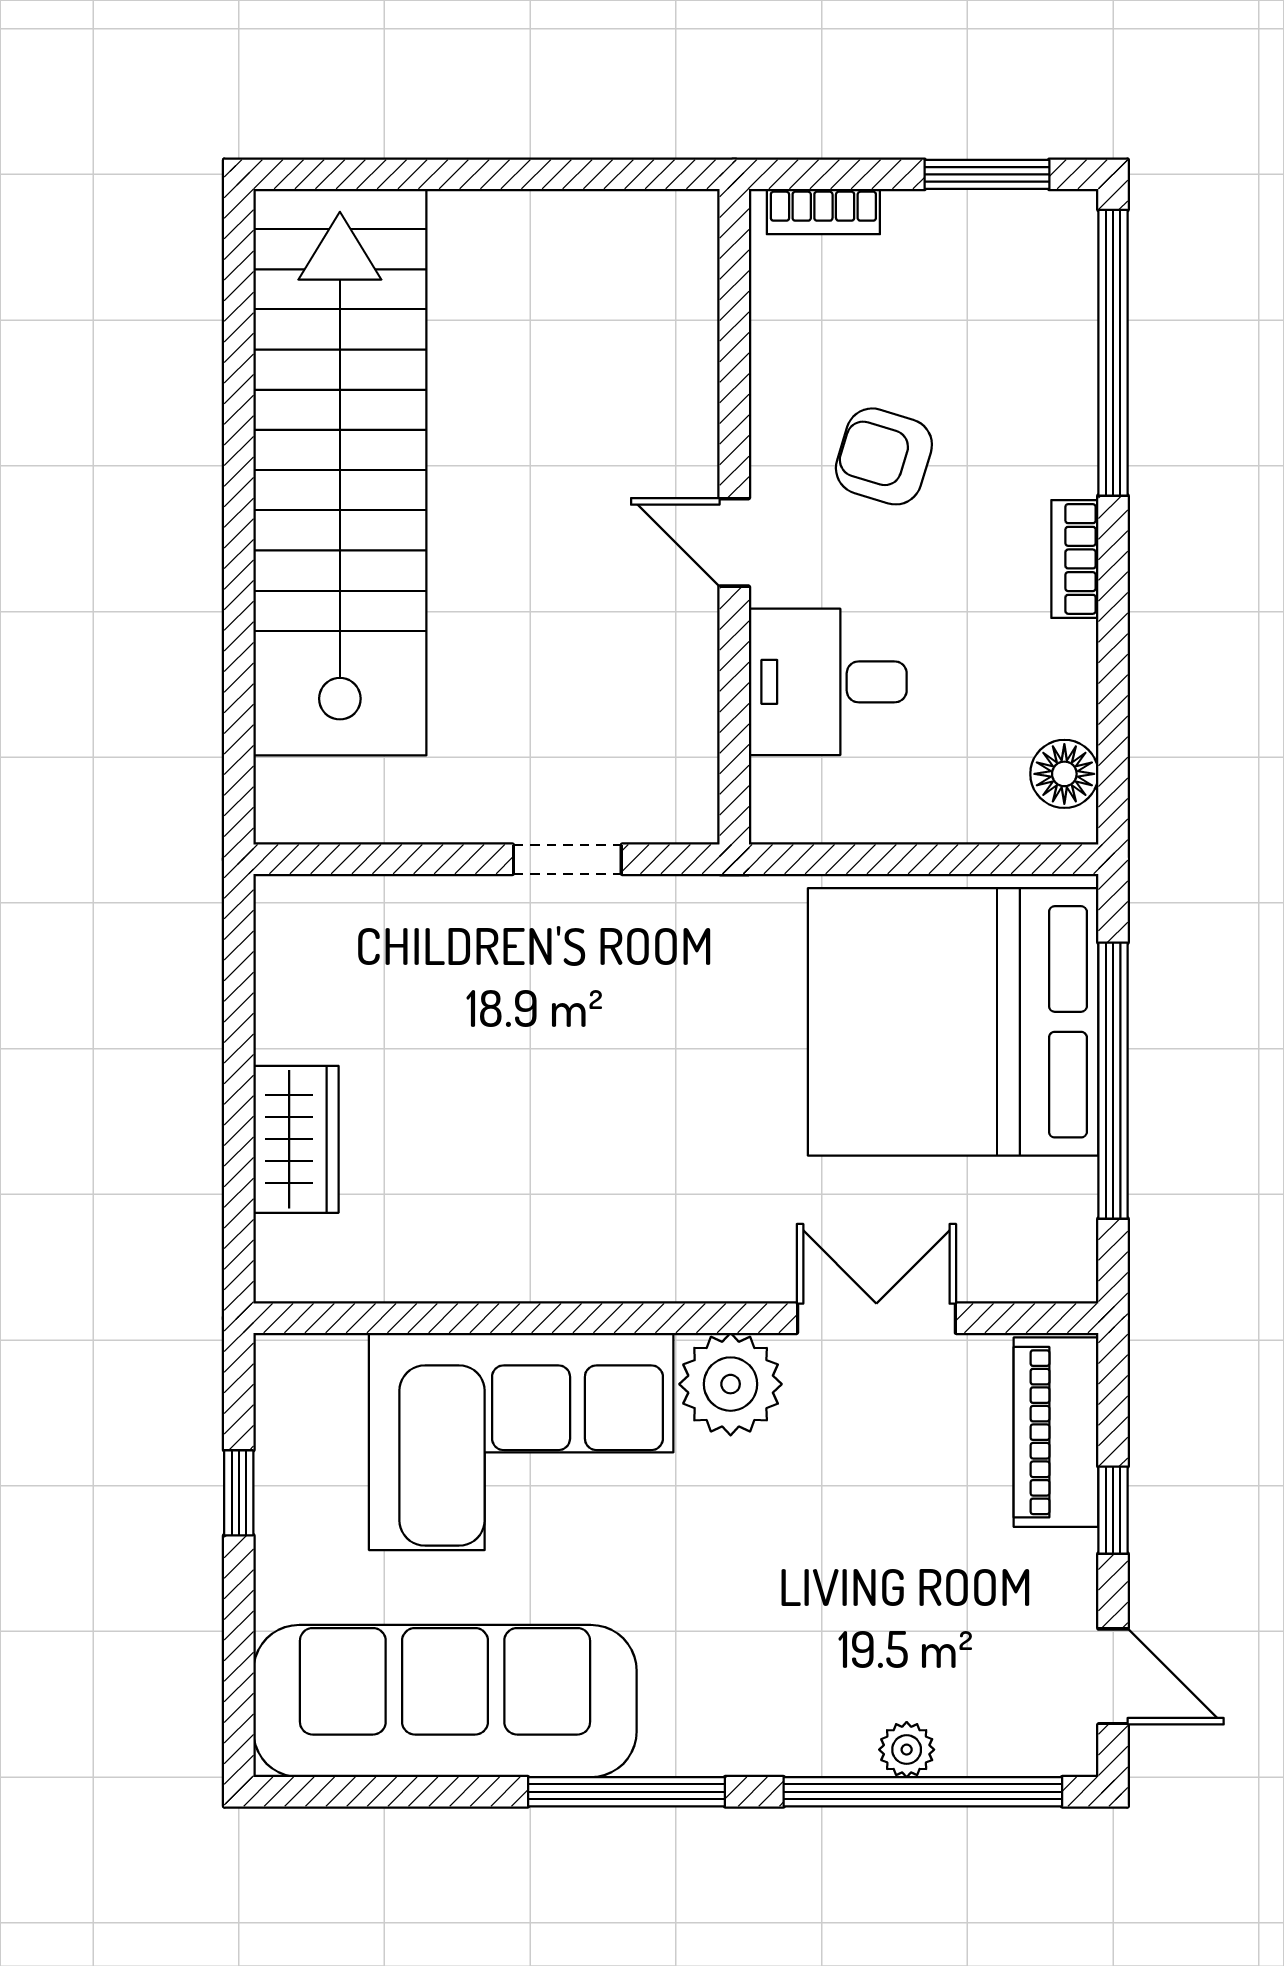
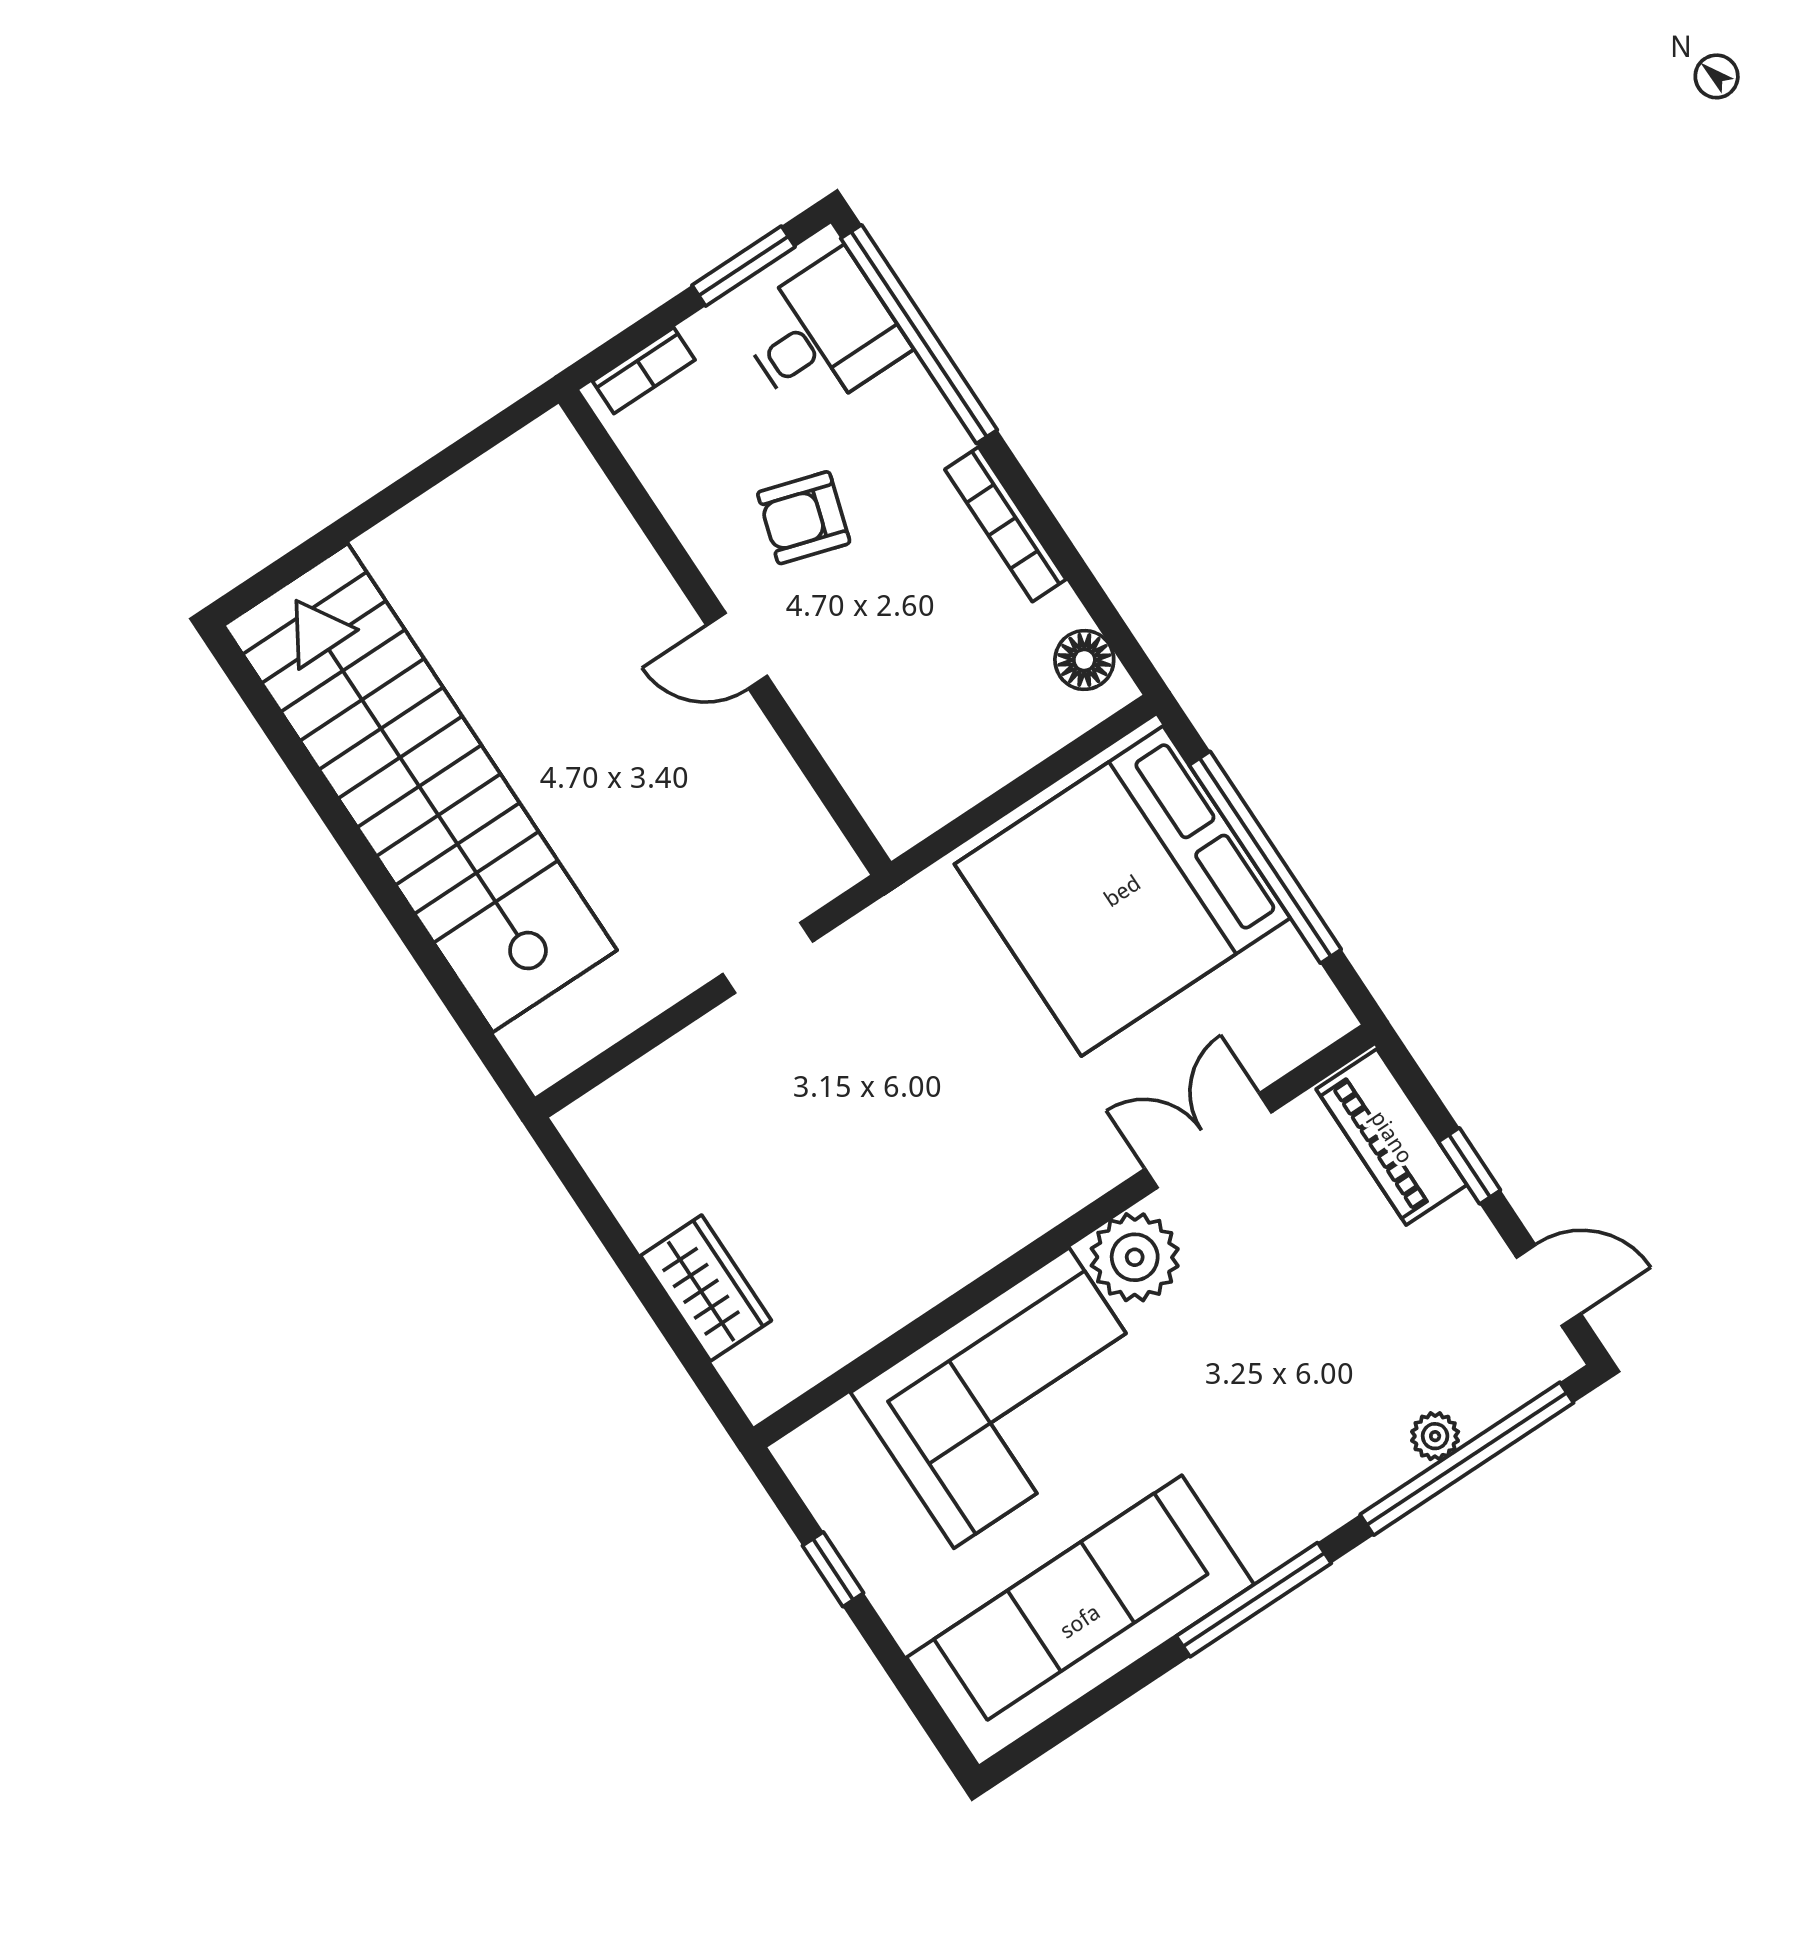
bookcase: (1075, 559) -> (1005, 524), width x1.56
desk: (828, 682) -> (822, 334), moved, turned 180

